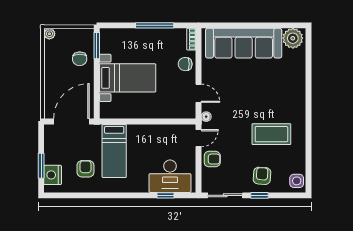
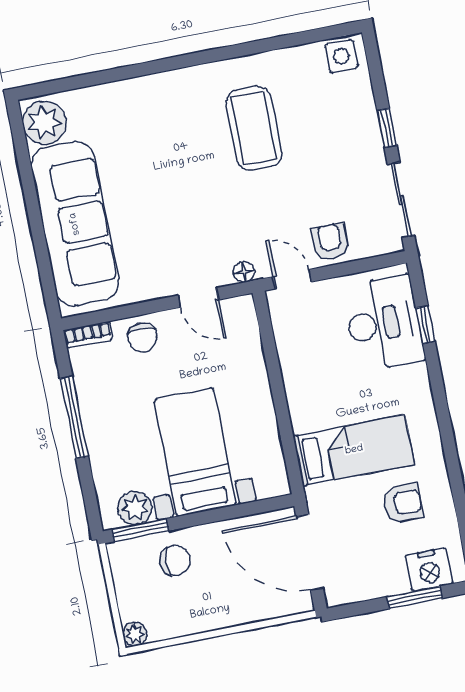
plant: (107, 45) -> (135, 508), added
door: (198, 93) -> (198, 298), swing flipped
armchair: (85, 169) -> (403, 503), turned 180
armchair: (262, 176) -> (345, 131), removed

